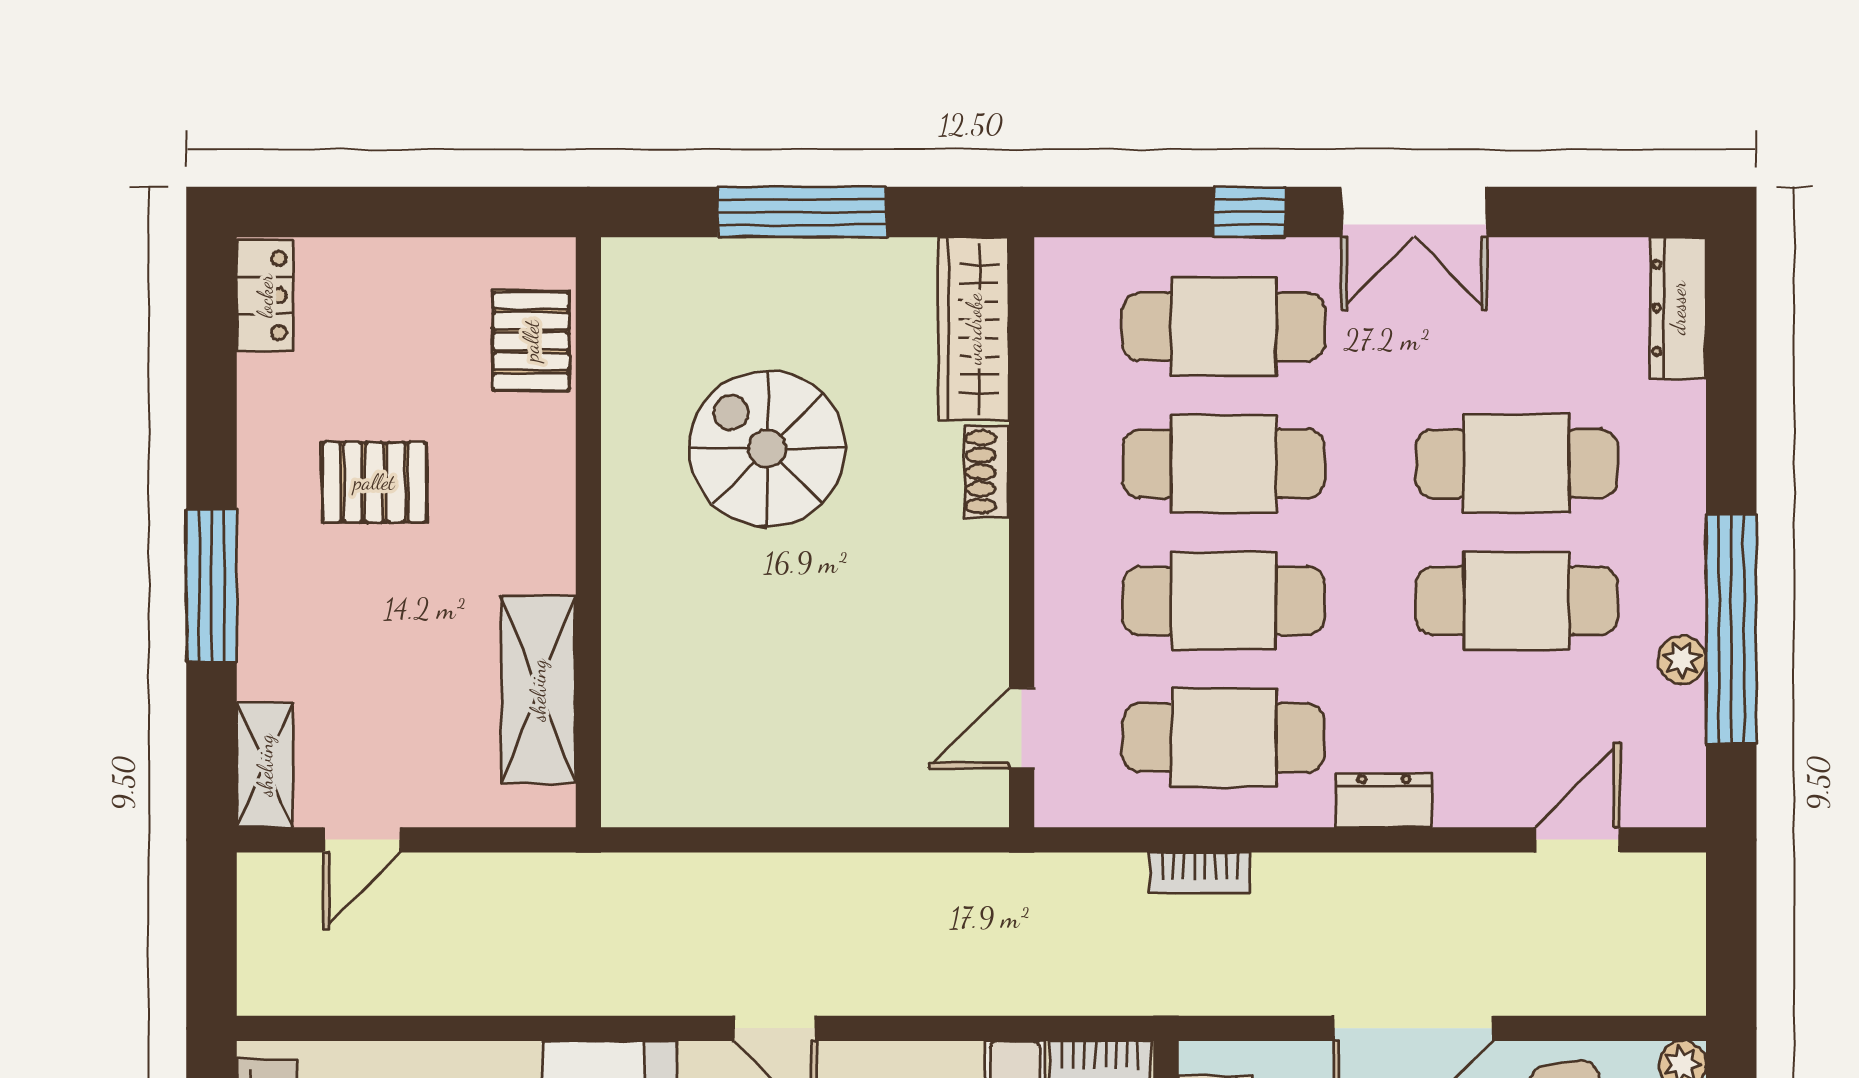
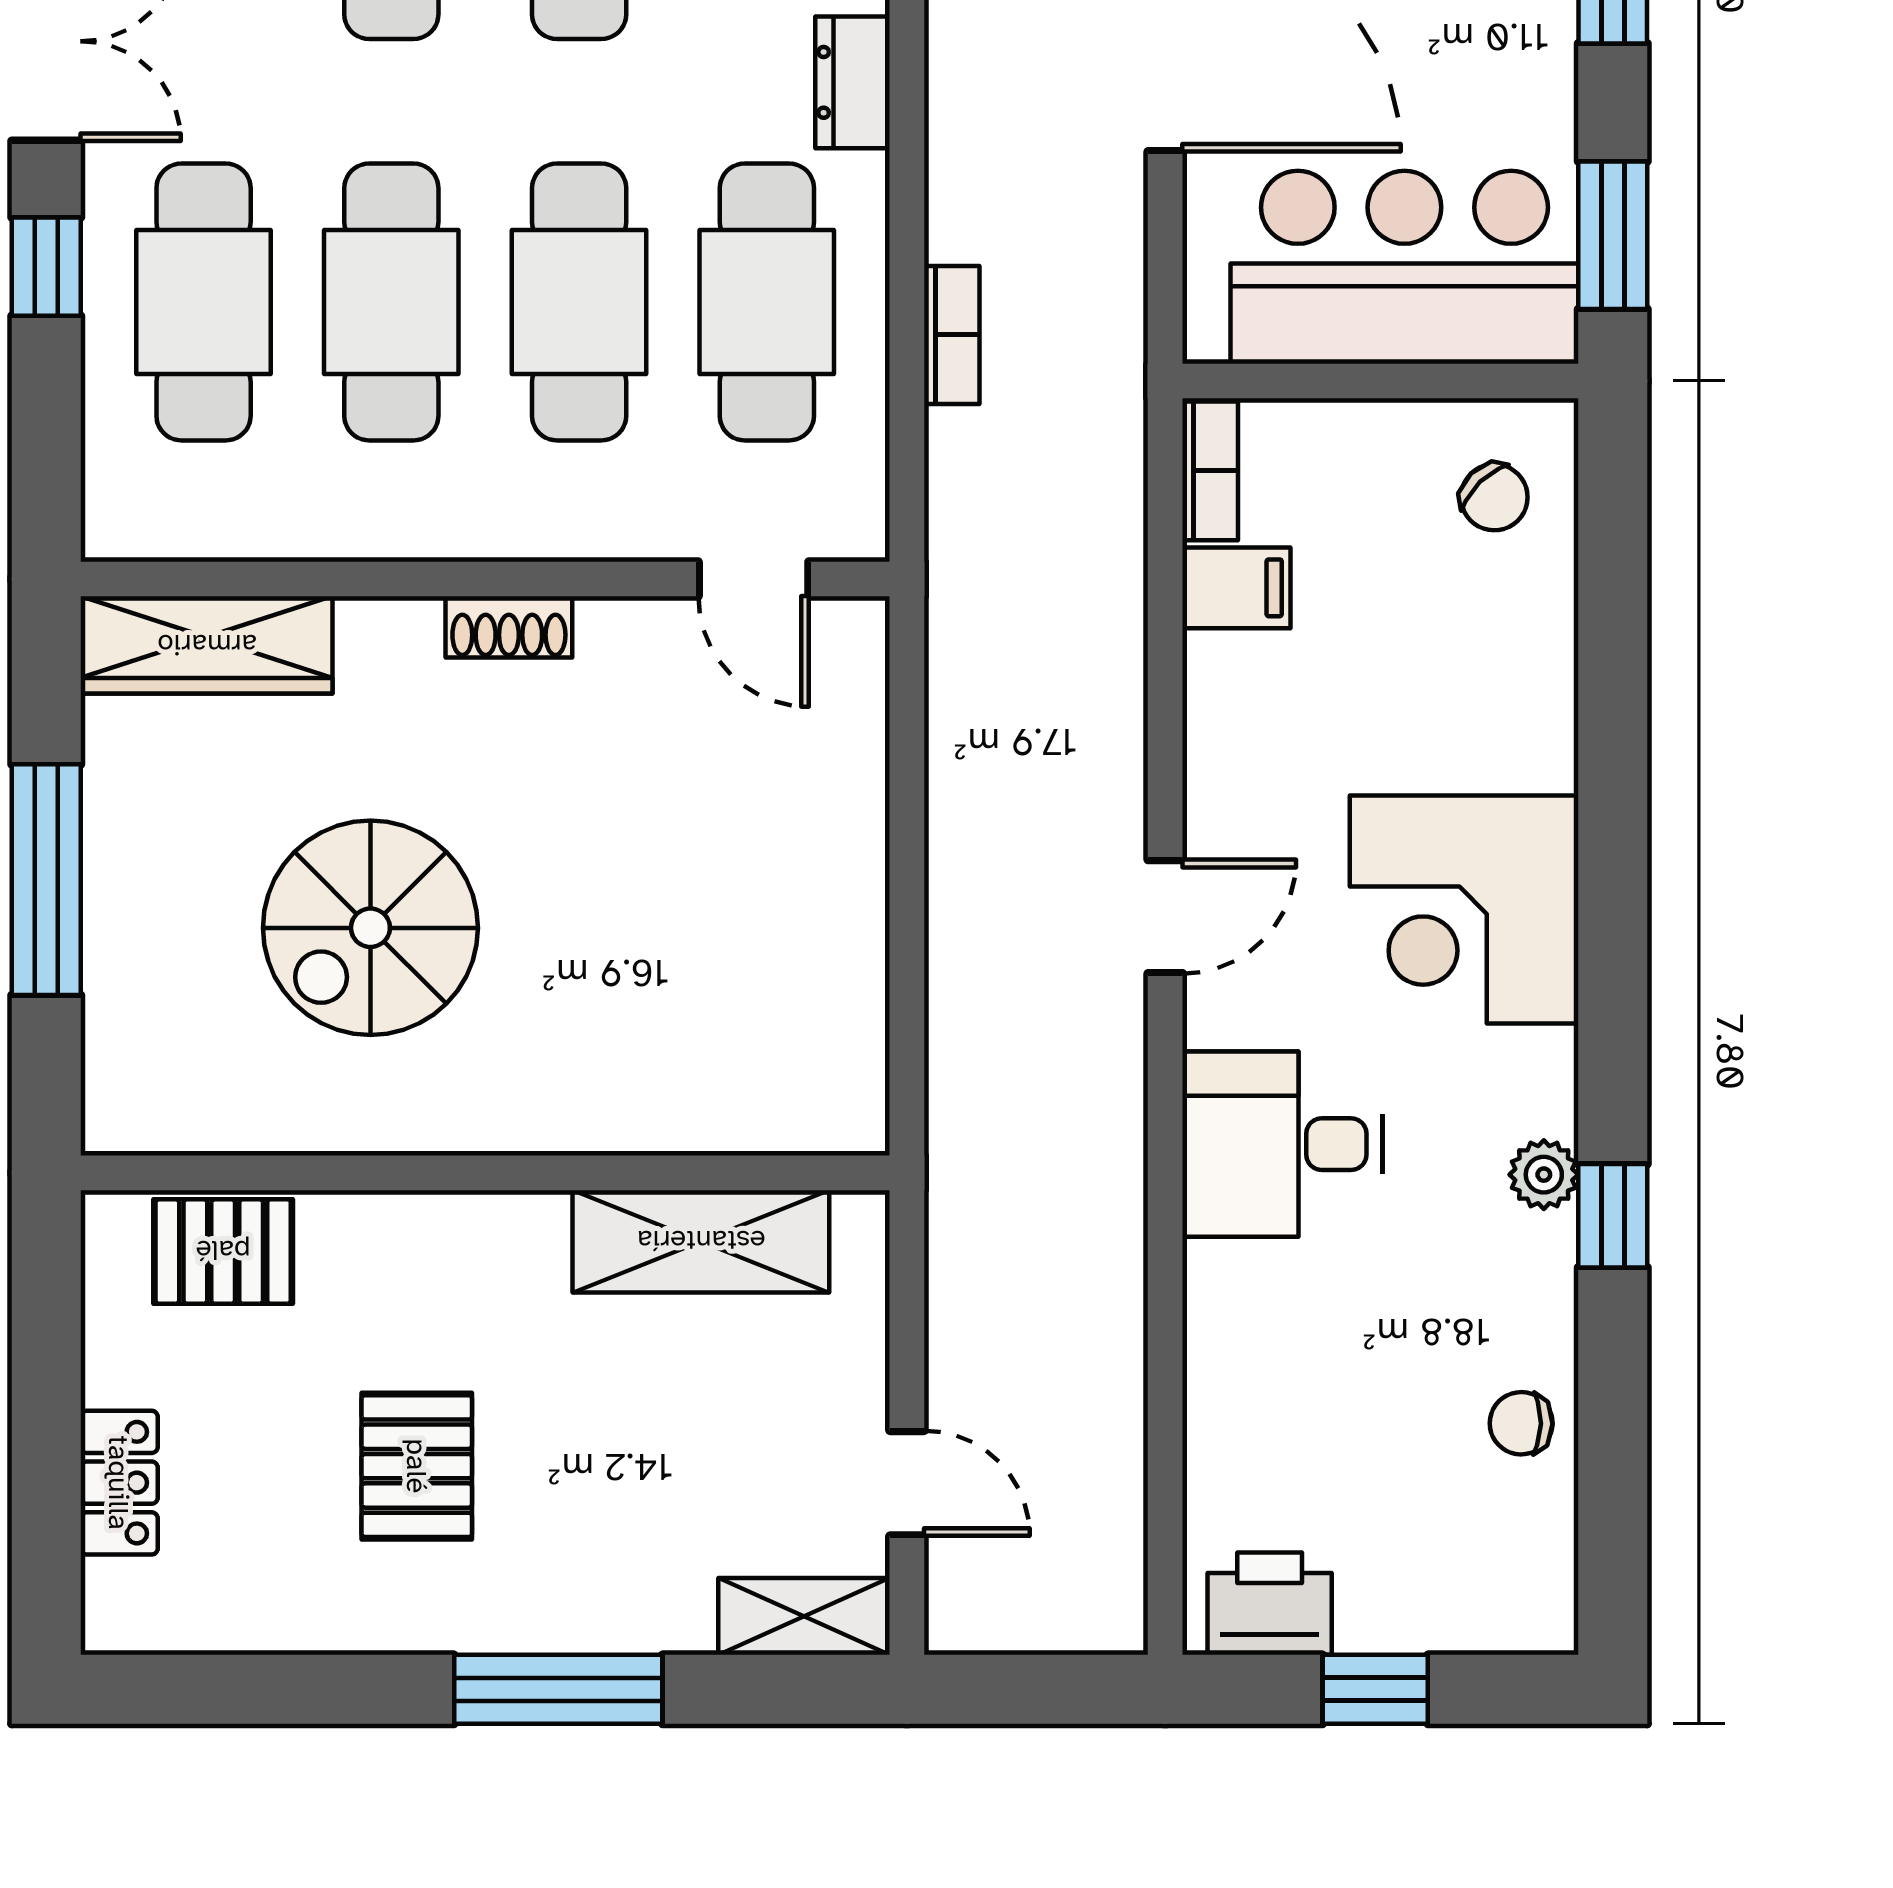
locker: (265, 296) -> (119, 1483), moved, turned 90
shoe rack: (987, 472) -> (509, 627), moved

